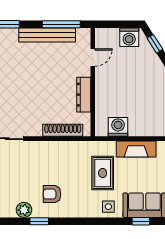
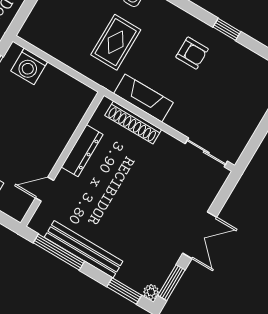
washing machine: (118, 127) -> (29, 66), moved
fireplace: (136, 149) -> (143, 98), moved
plant: (24, 210) -> (237, 54), removed

